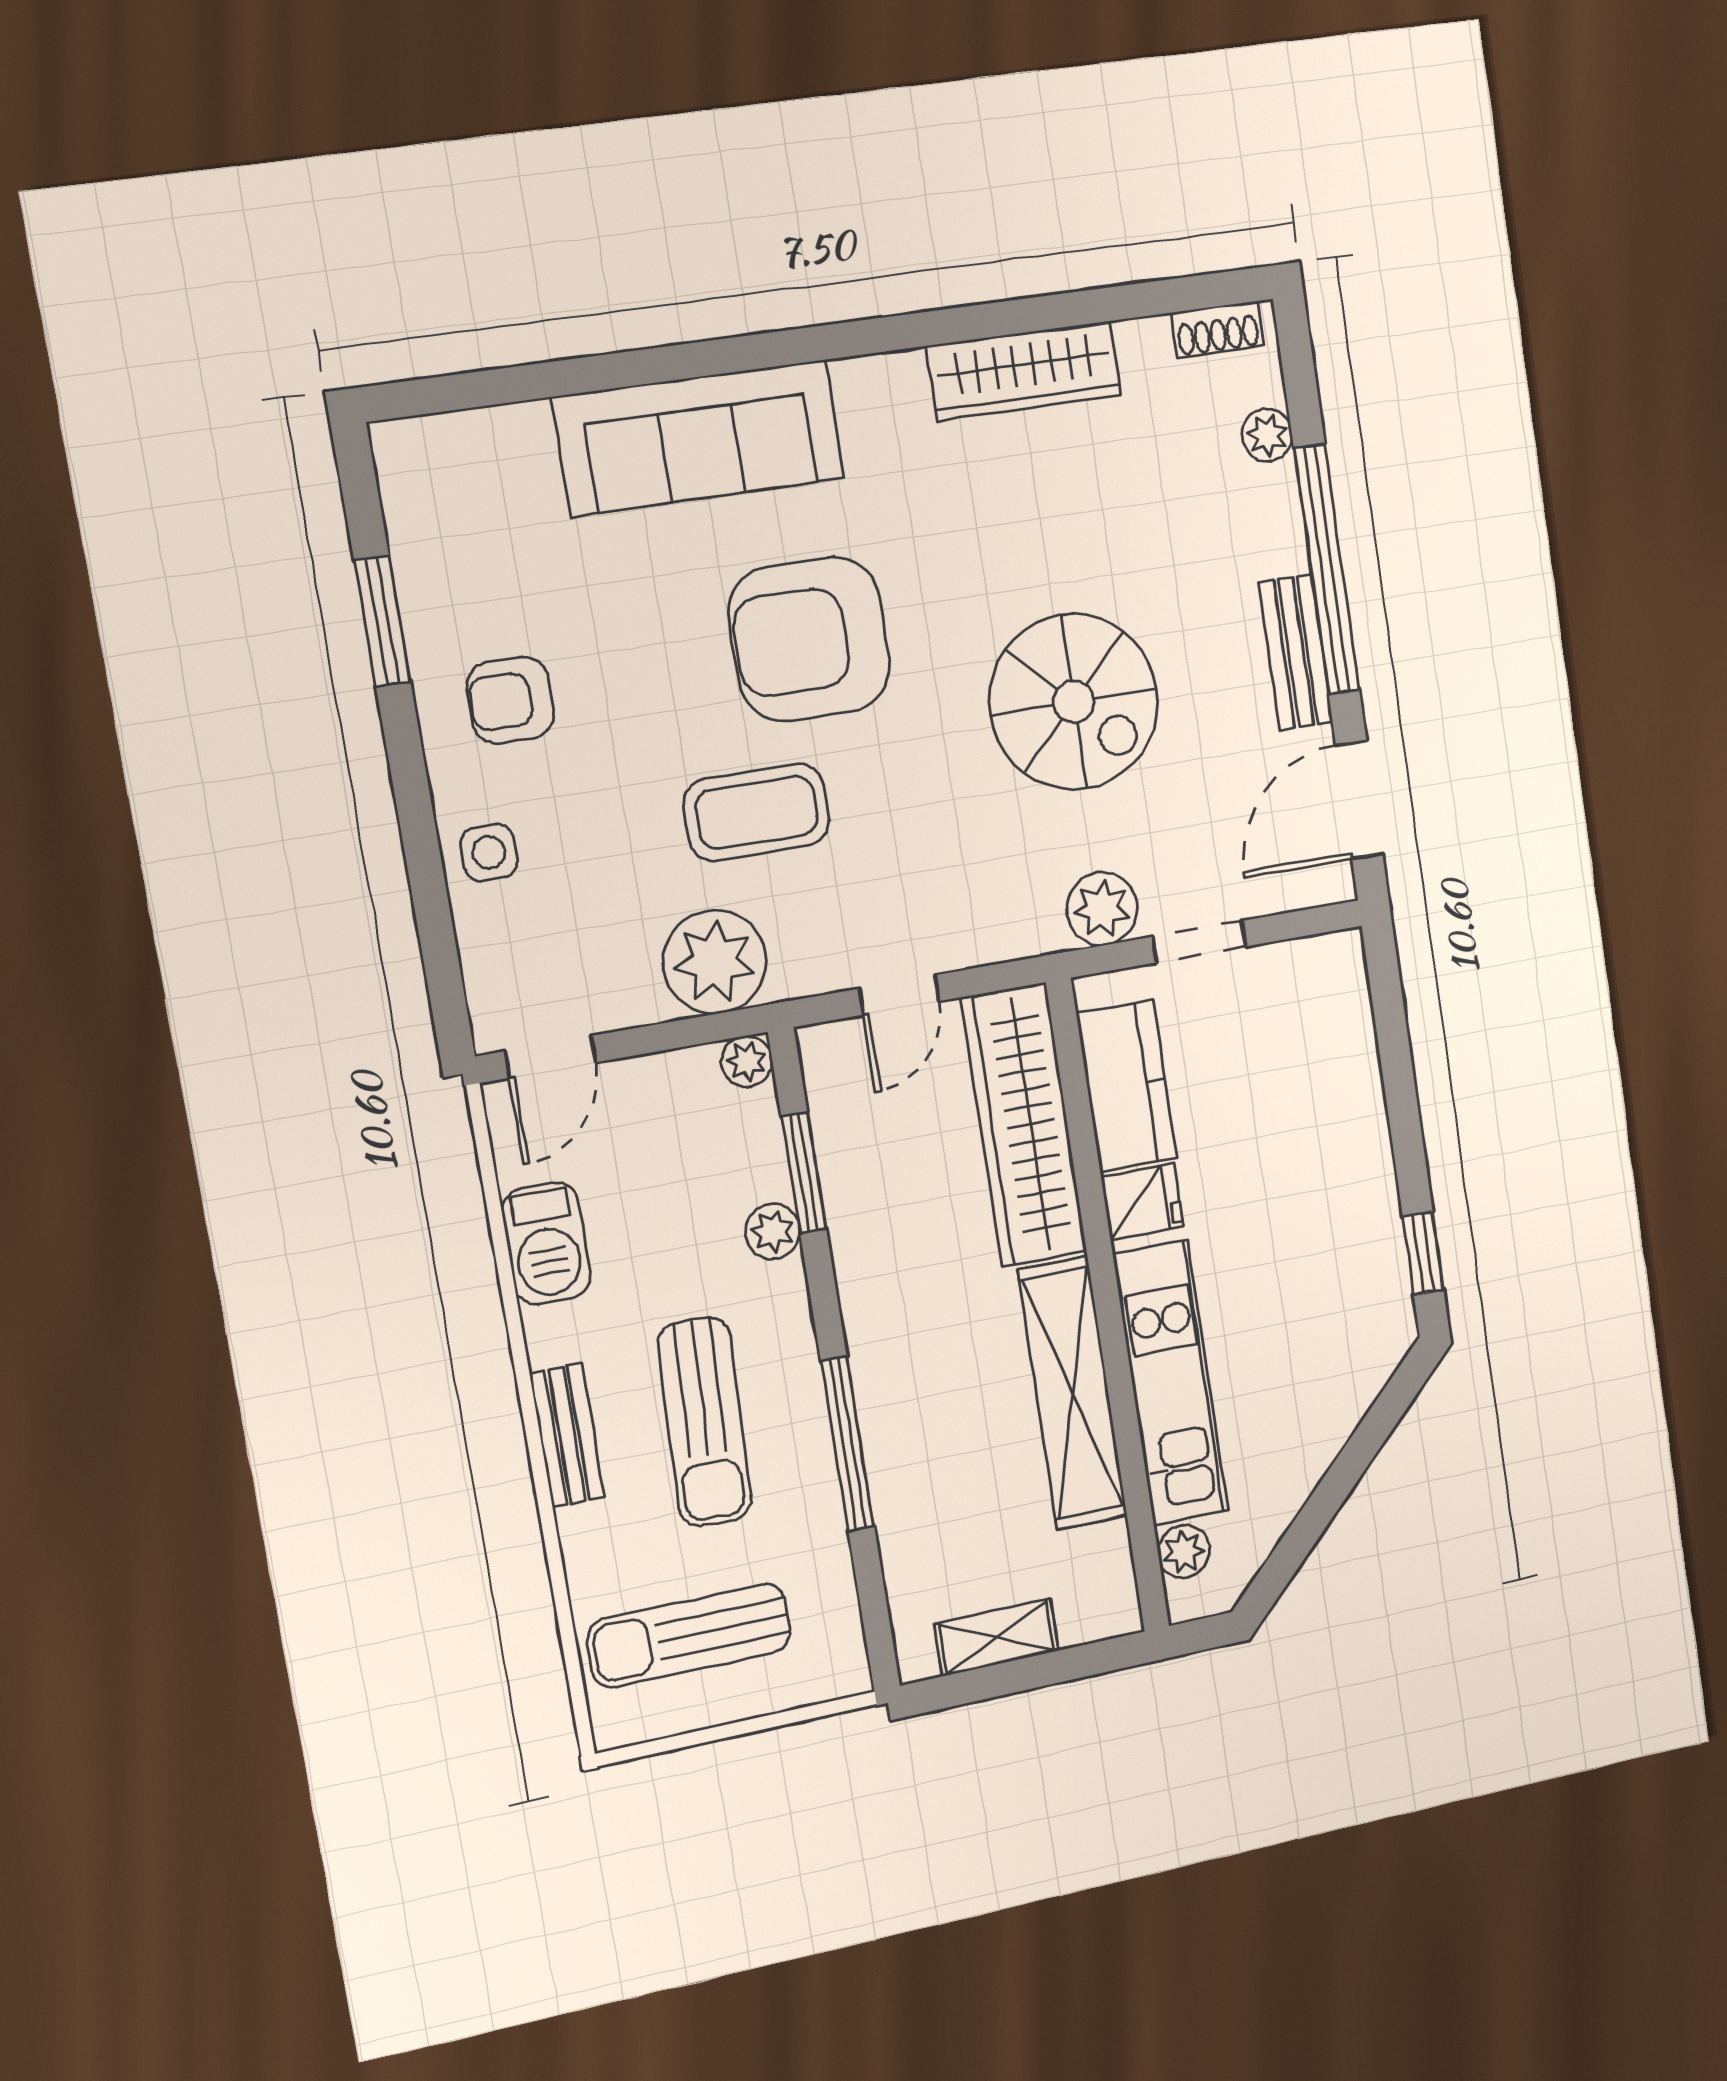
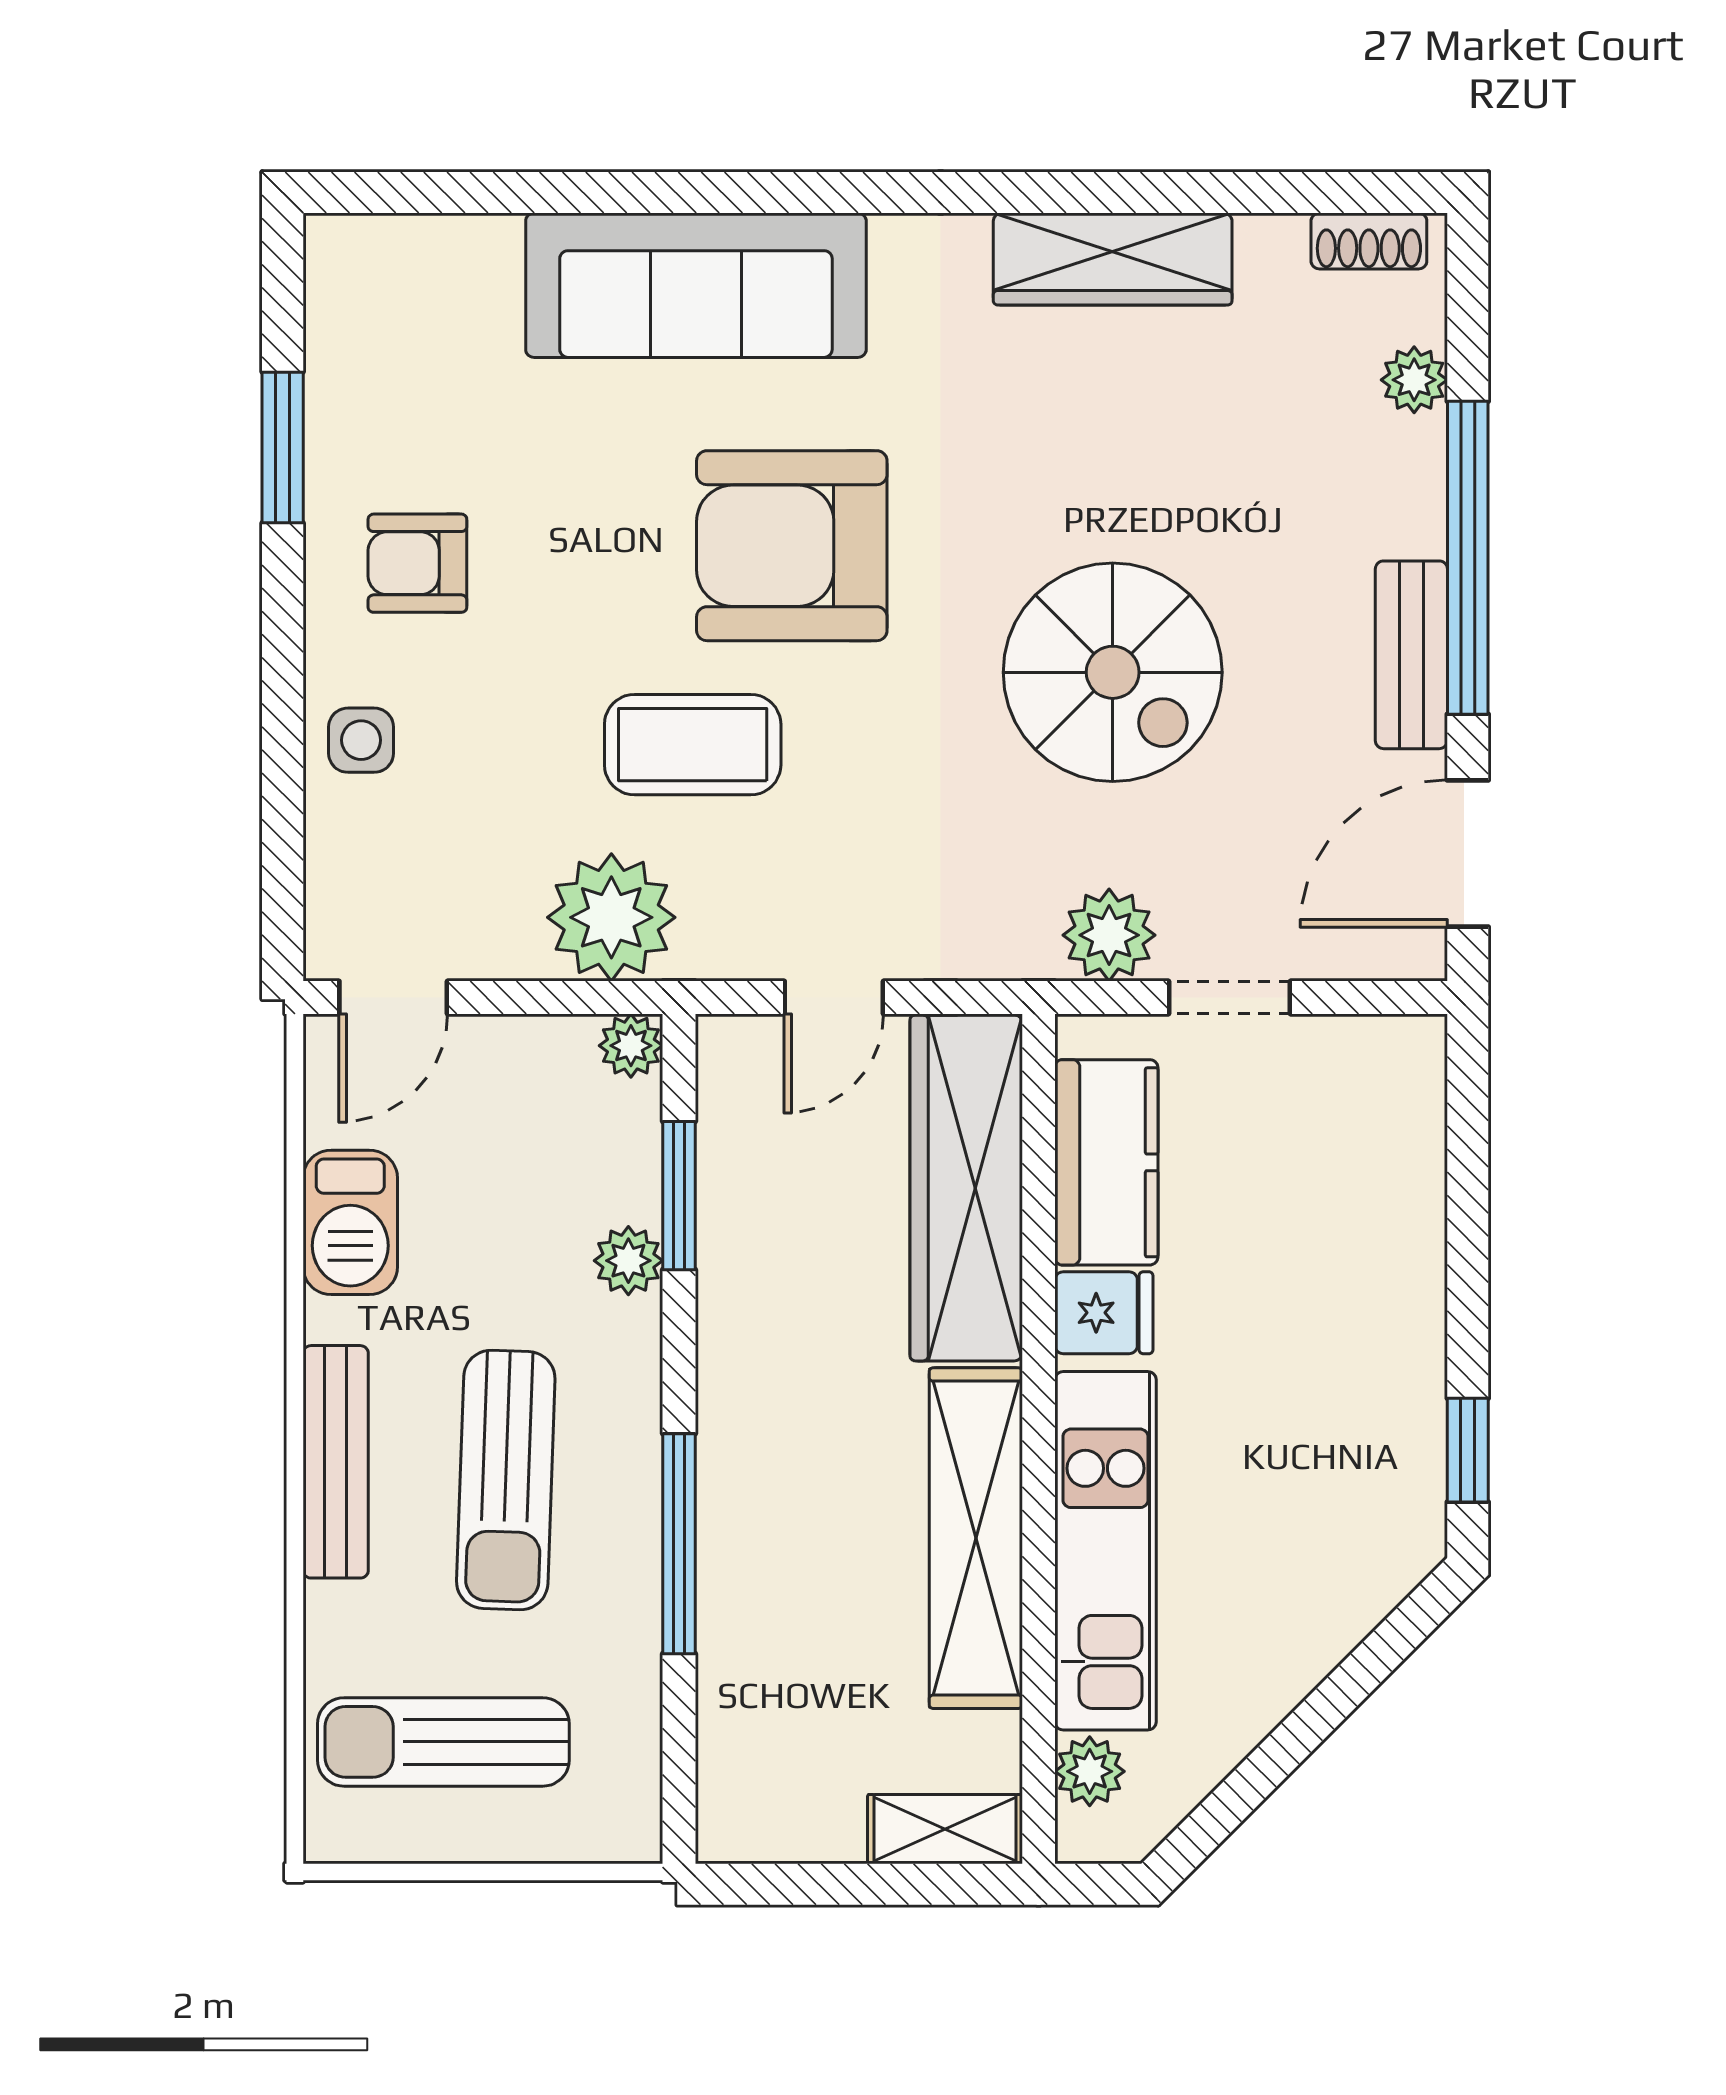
bench: (567, 1435) -> (336, 1462), width x1.36
shelving: (997, 1637) -> (945, 1829), moved

